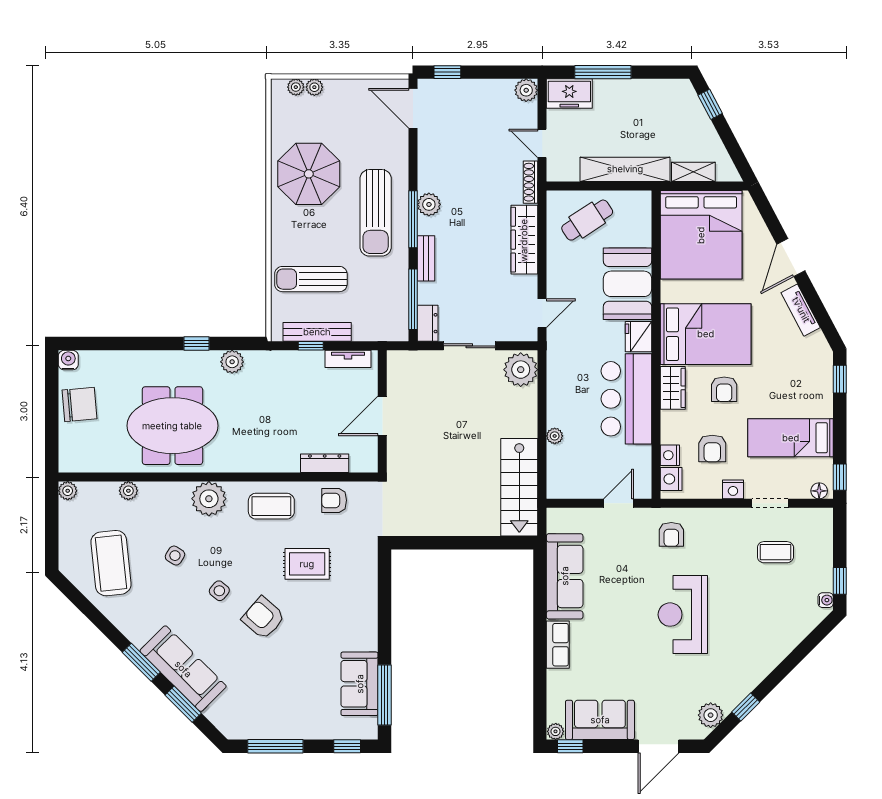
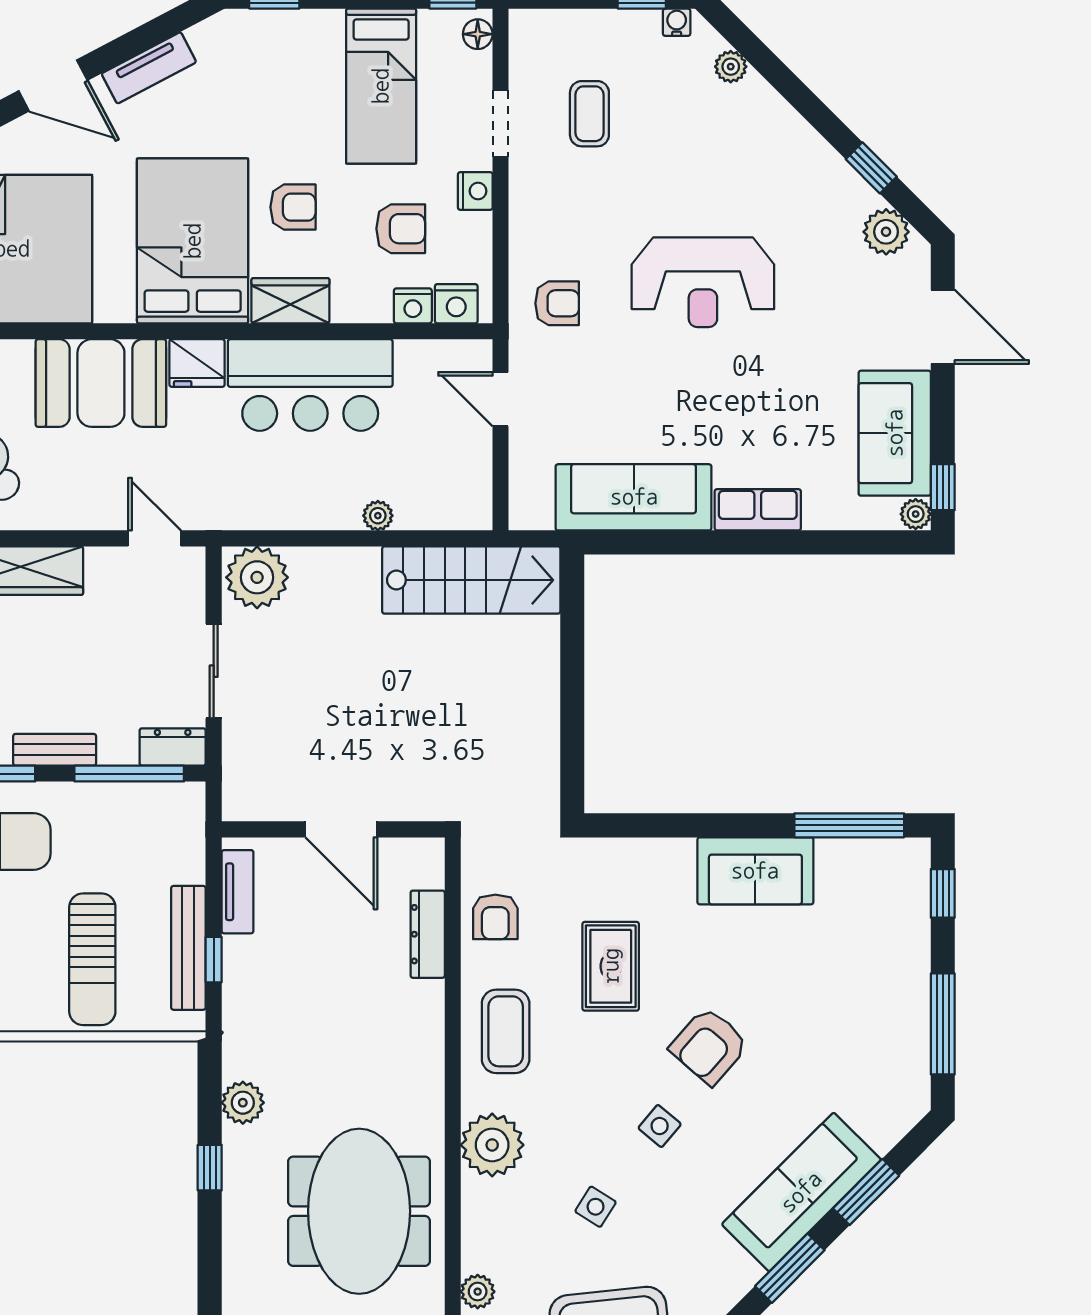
plant: (801, 630) -> (731, 67), added
sofa: (360, 684) -> (755, 871), moved

